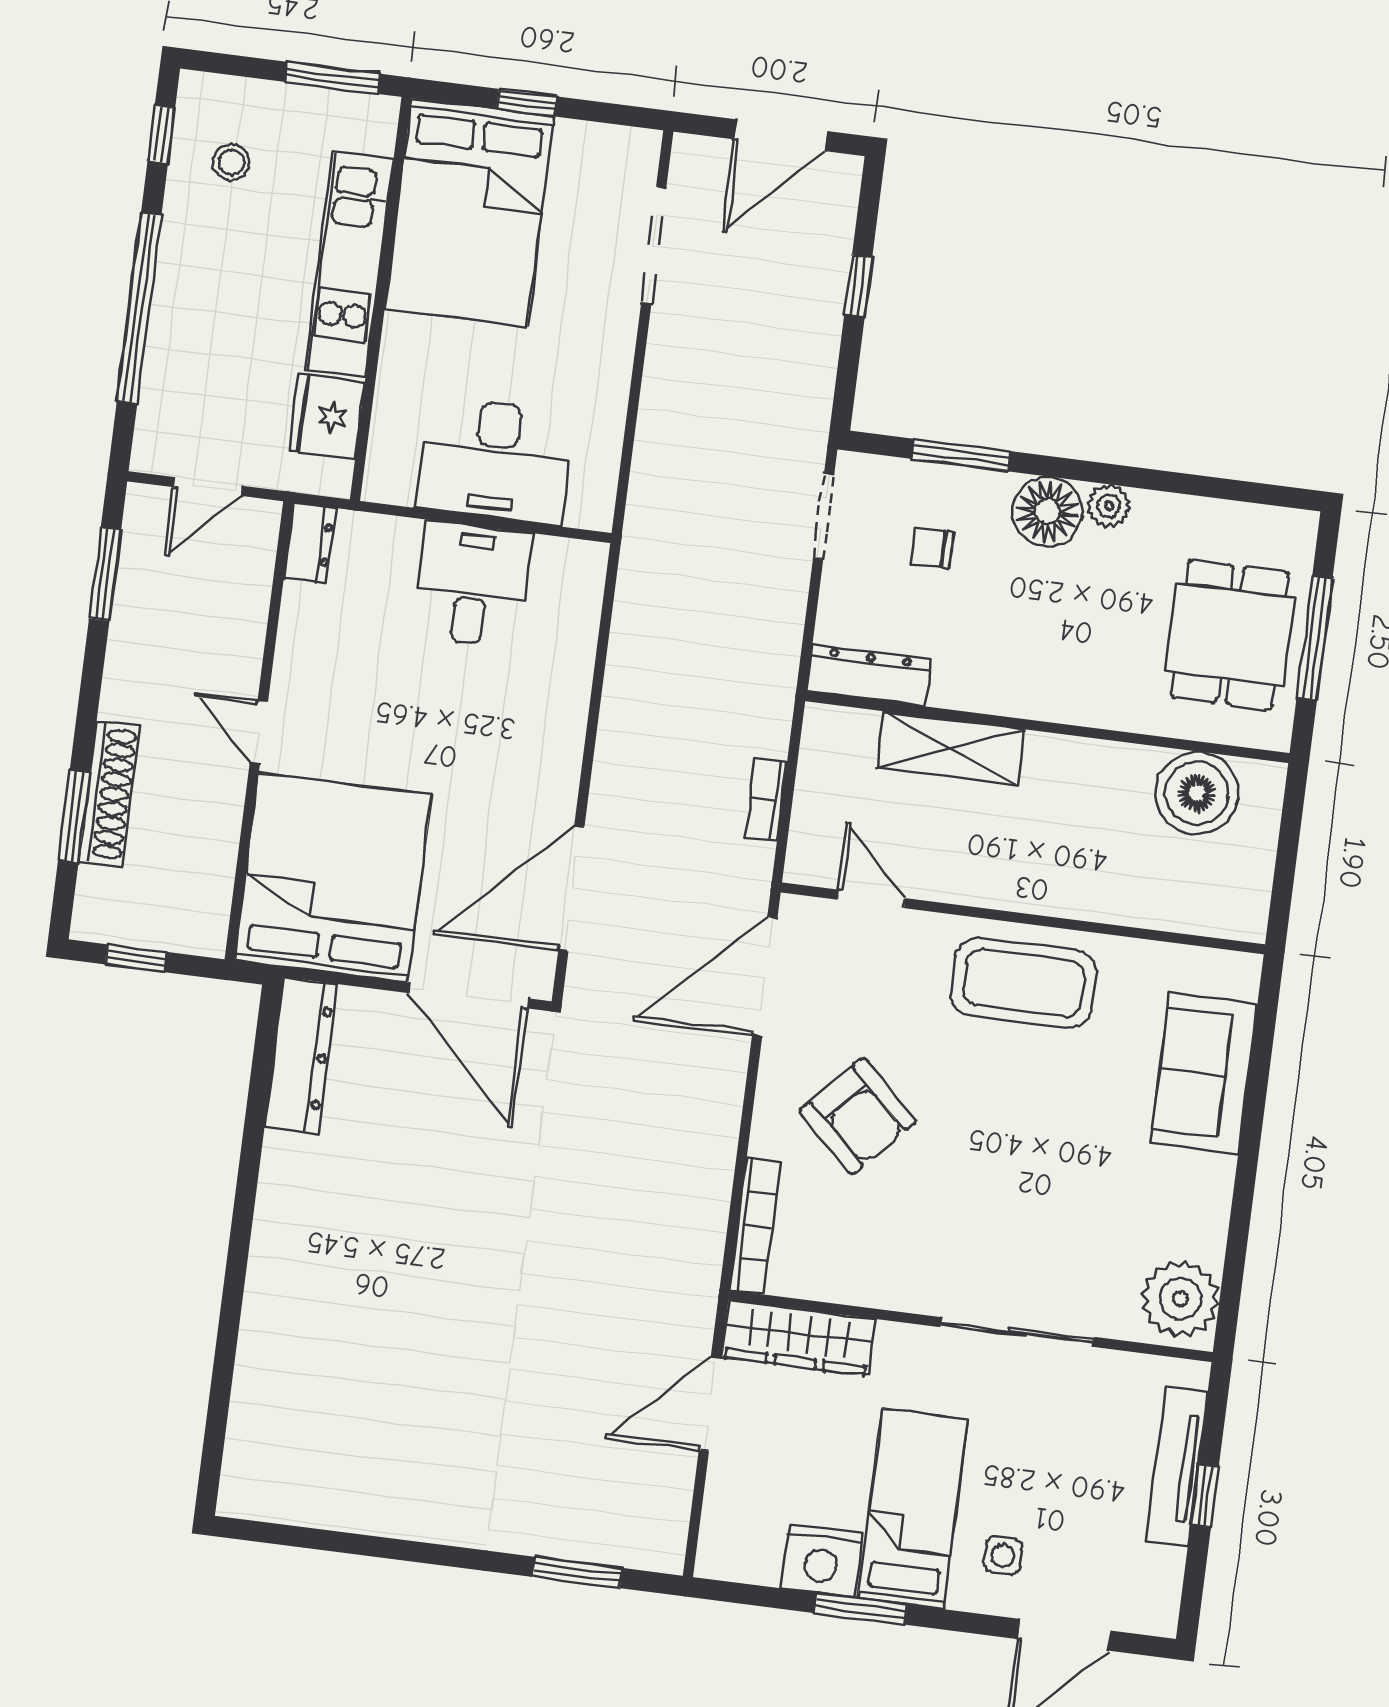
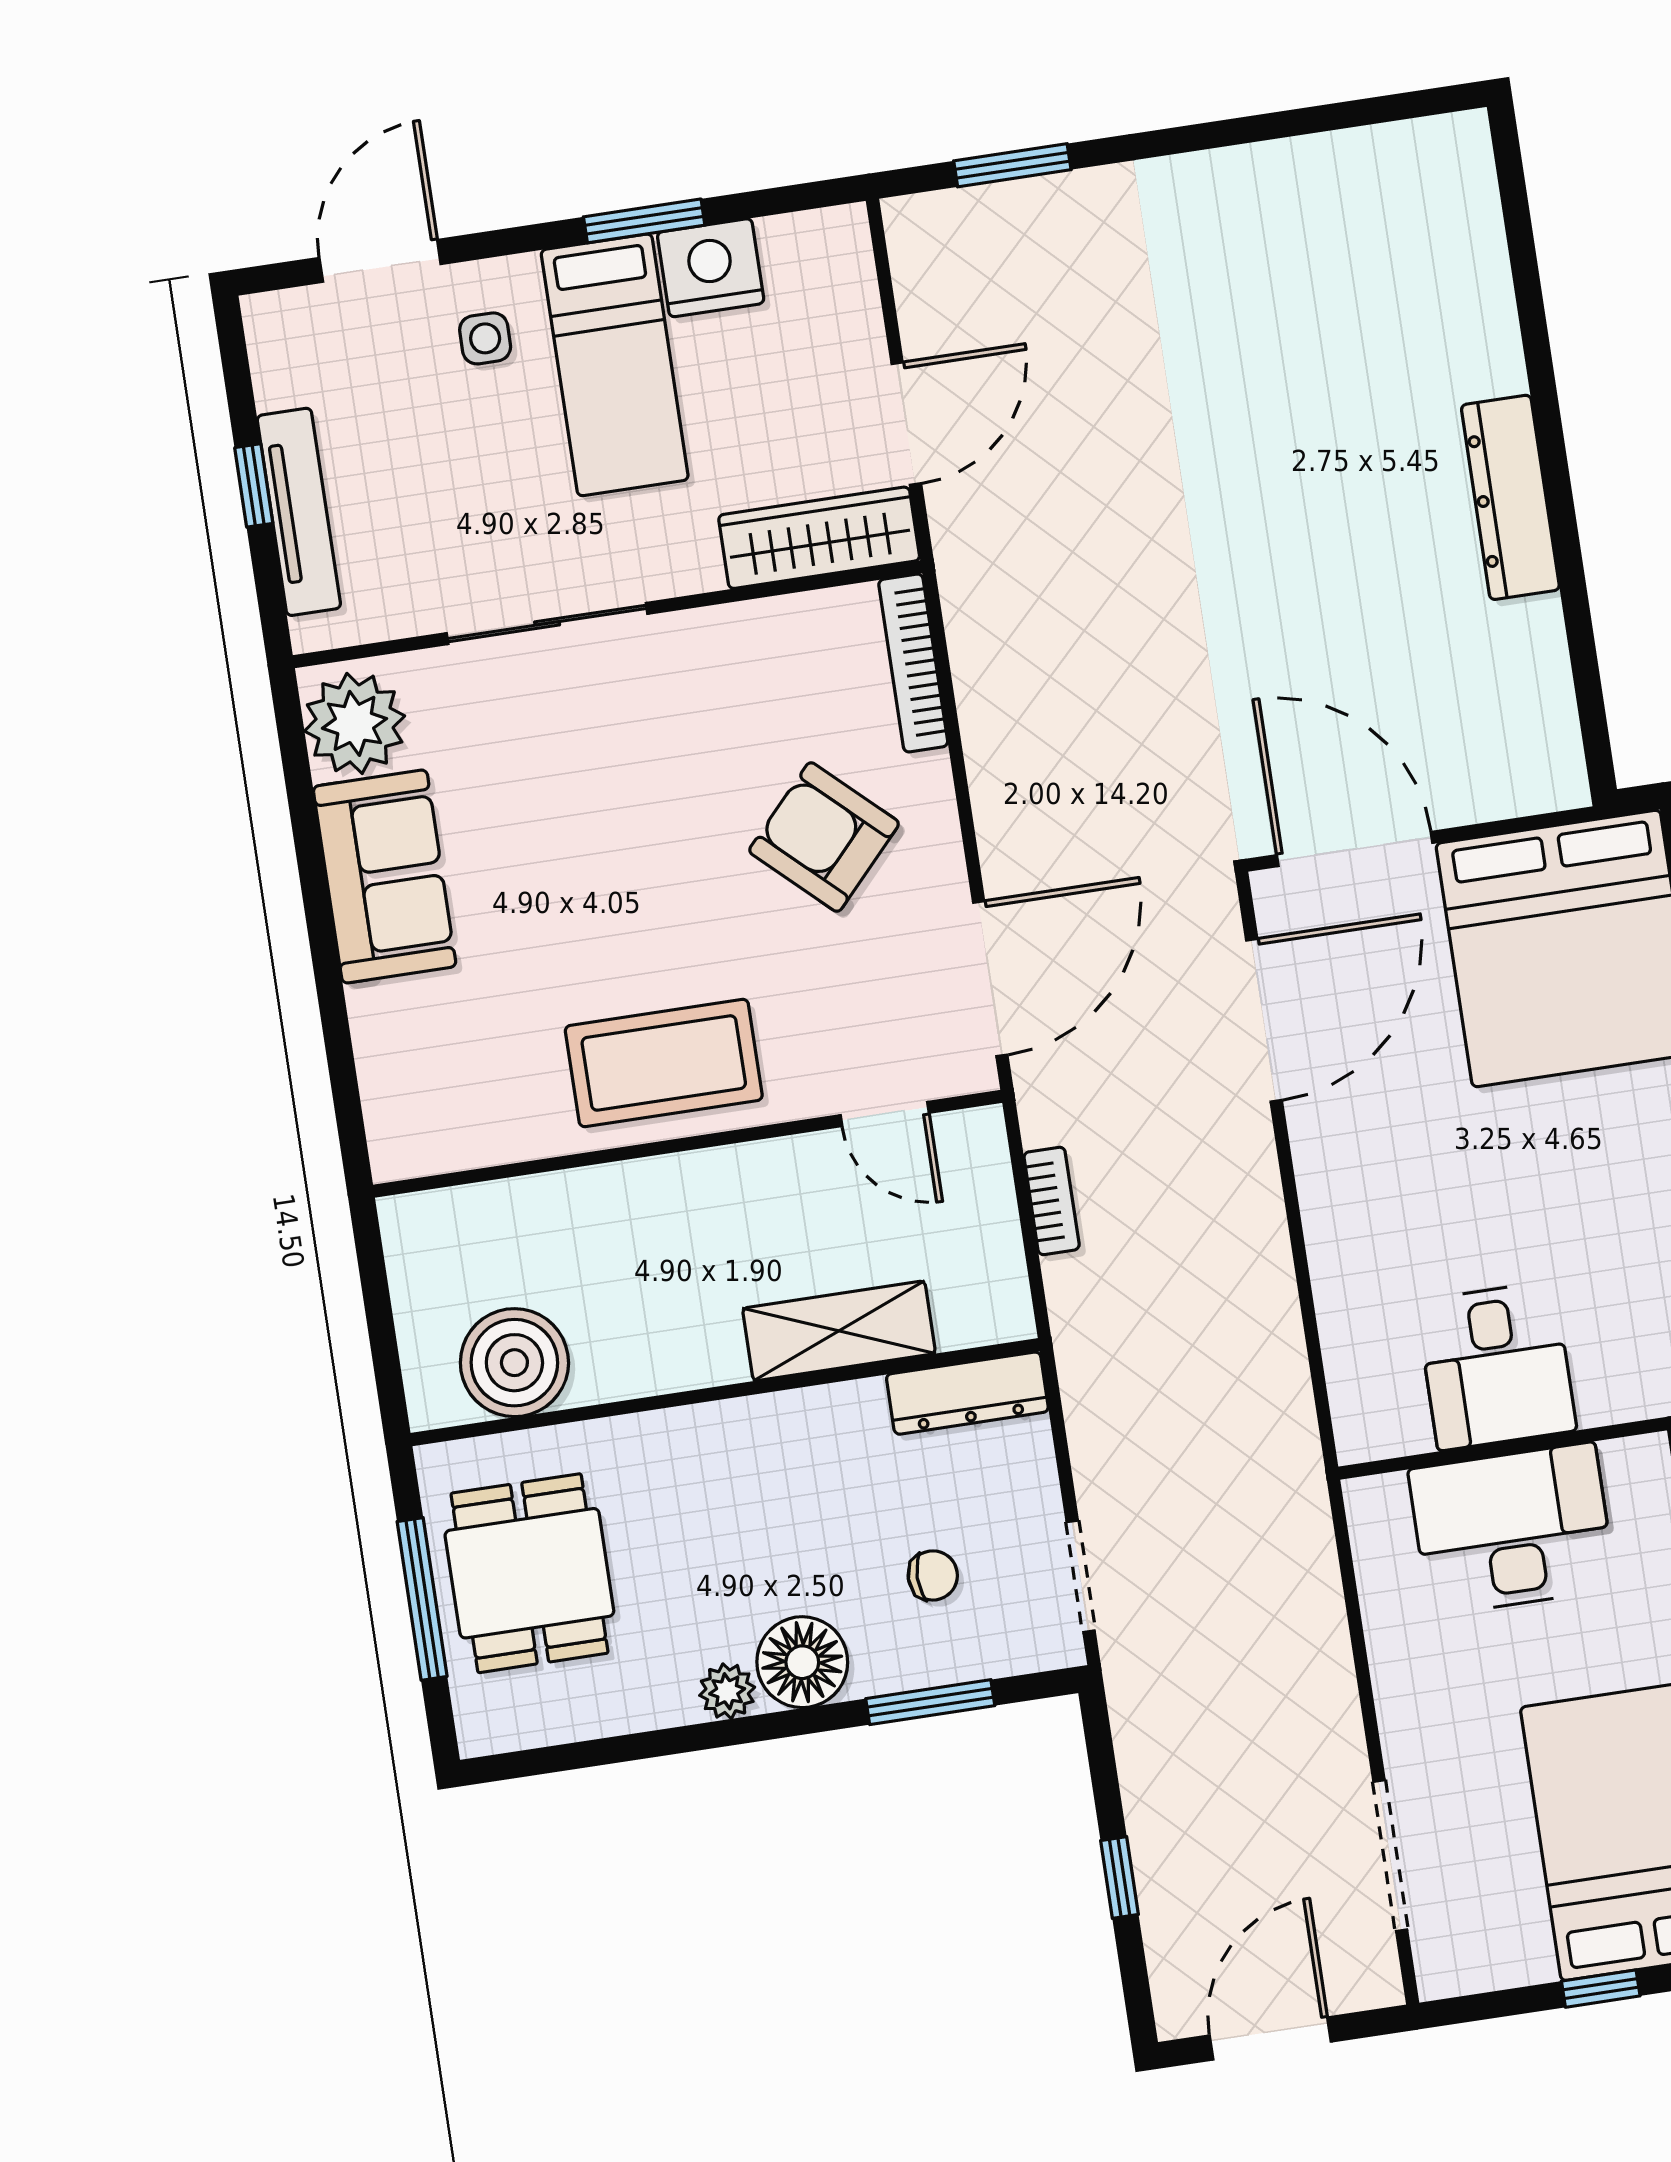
dresser: (301, 1056) -> (1510, 497), moved
sofa: (1204, 1073) -> (385, 876), moved

